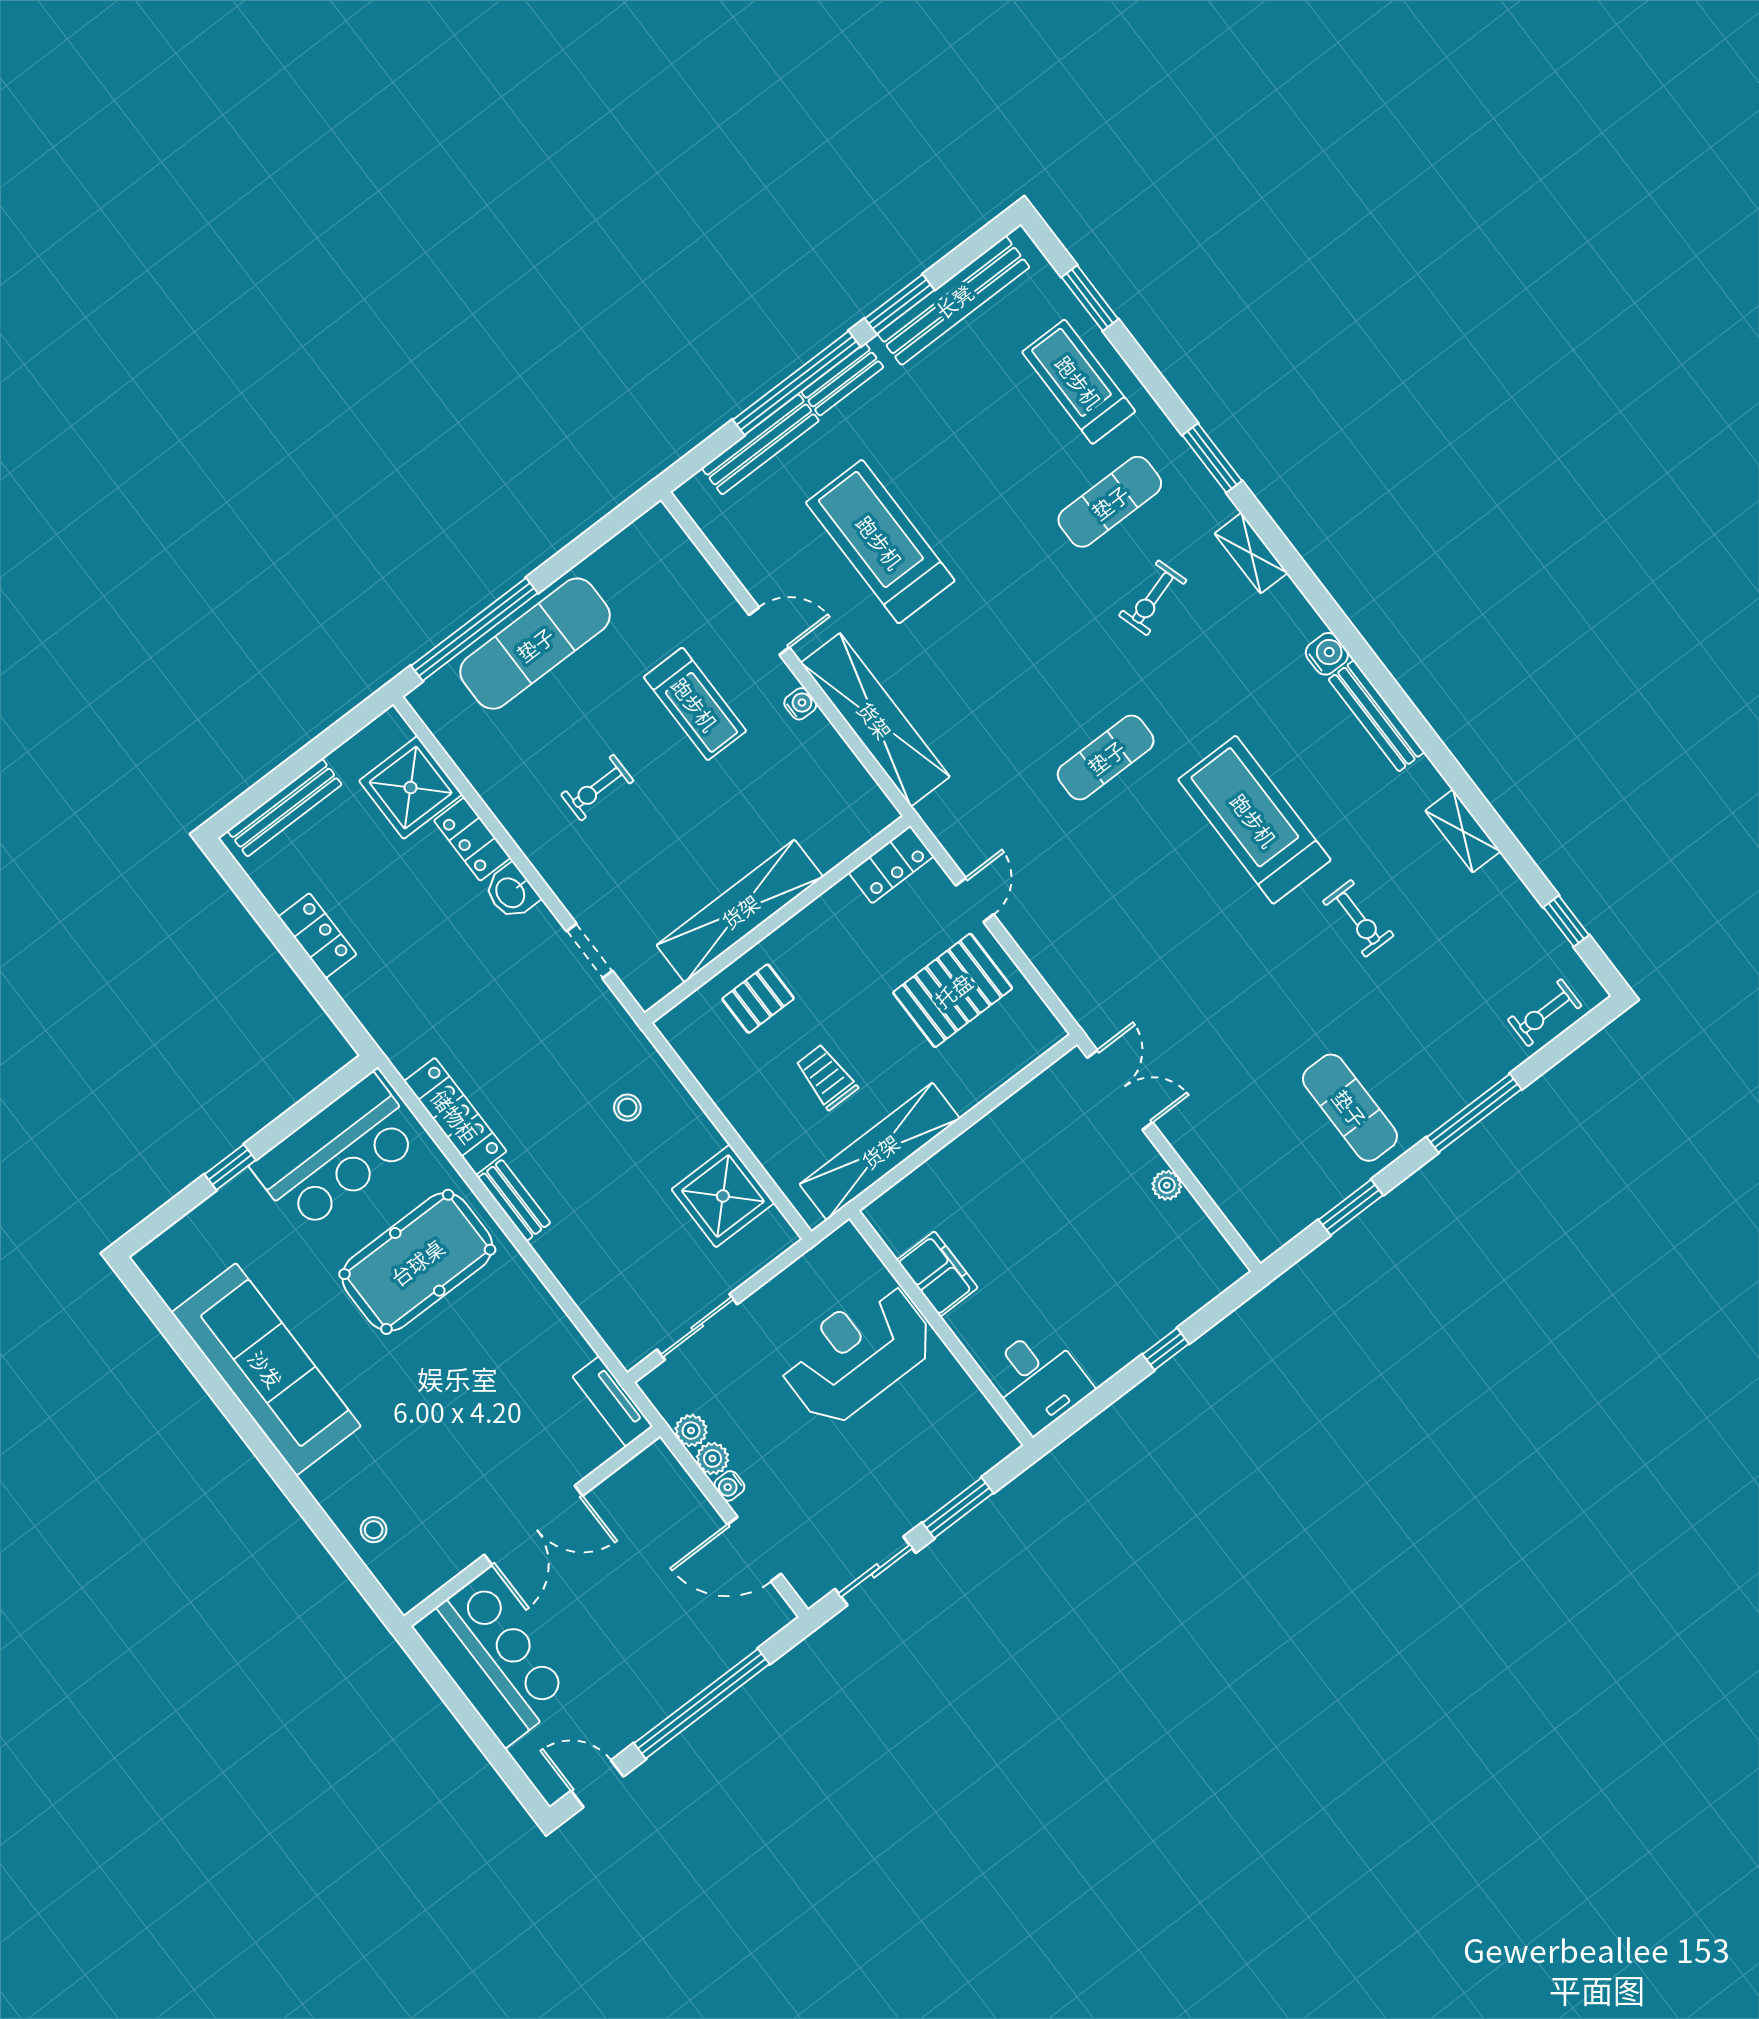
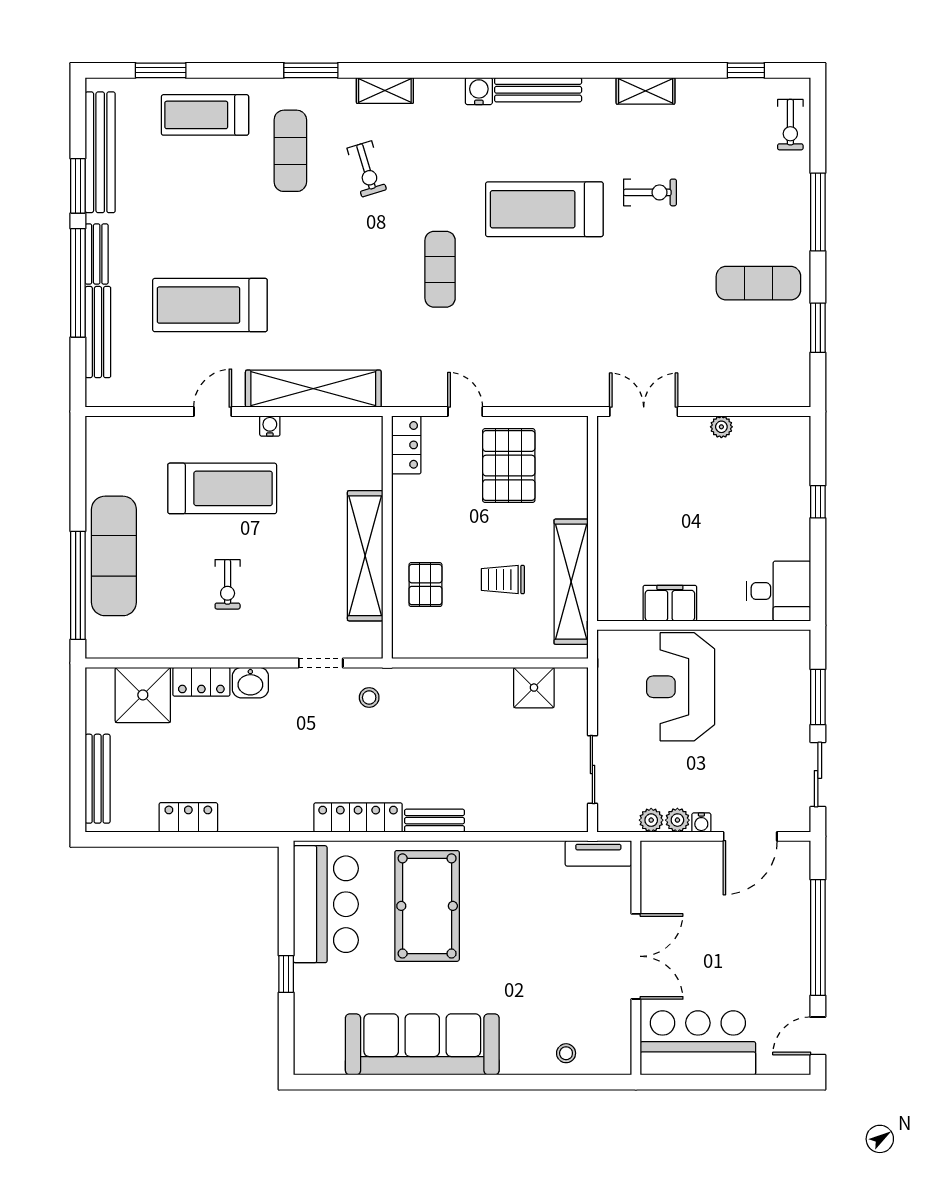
treadmill: (695, 704) -> (222, 488), width x1.37, depth x1.38
stool: (627, 1108) -> (369, 697), moved
shower: (723, 1196) -> (534, 688), width x0.73, depth x0.73

